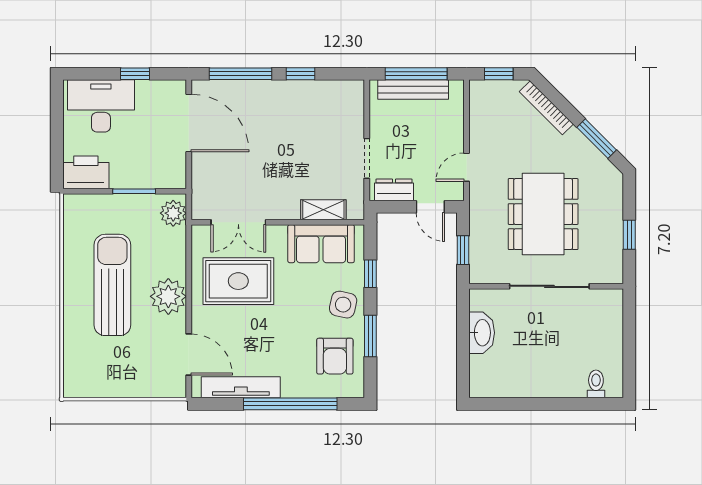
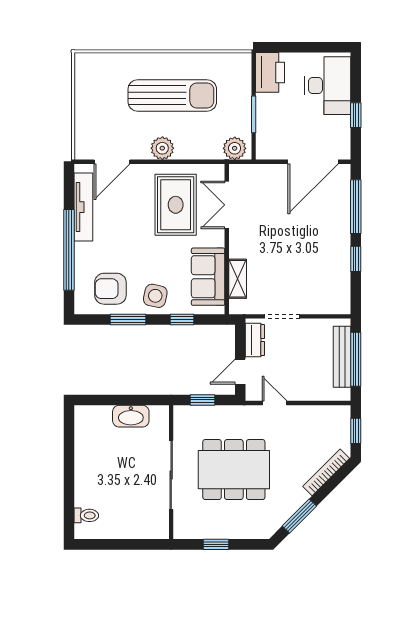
plant: (168, 296) -> (162, 148), width x0.73, depth x0.73

